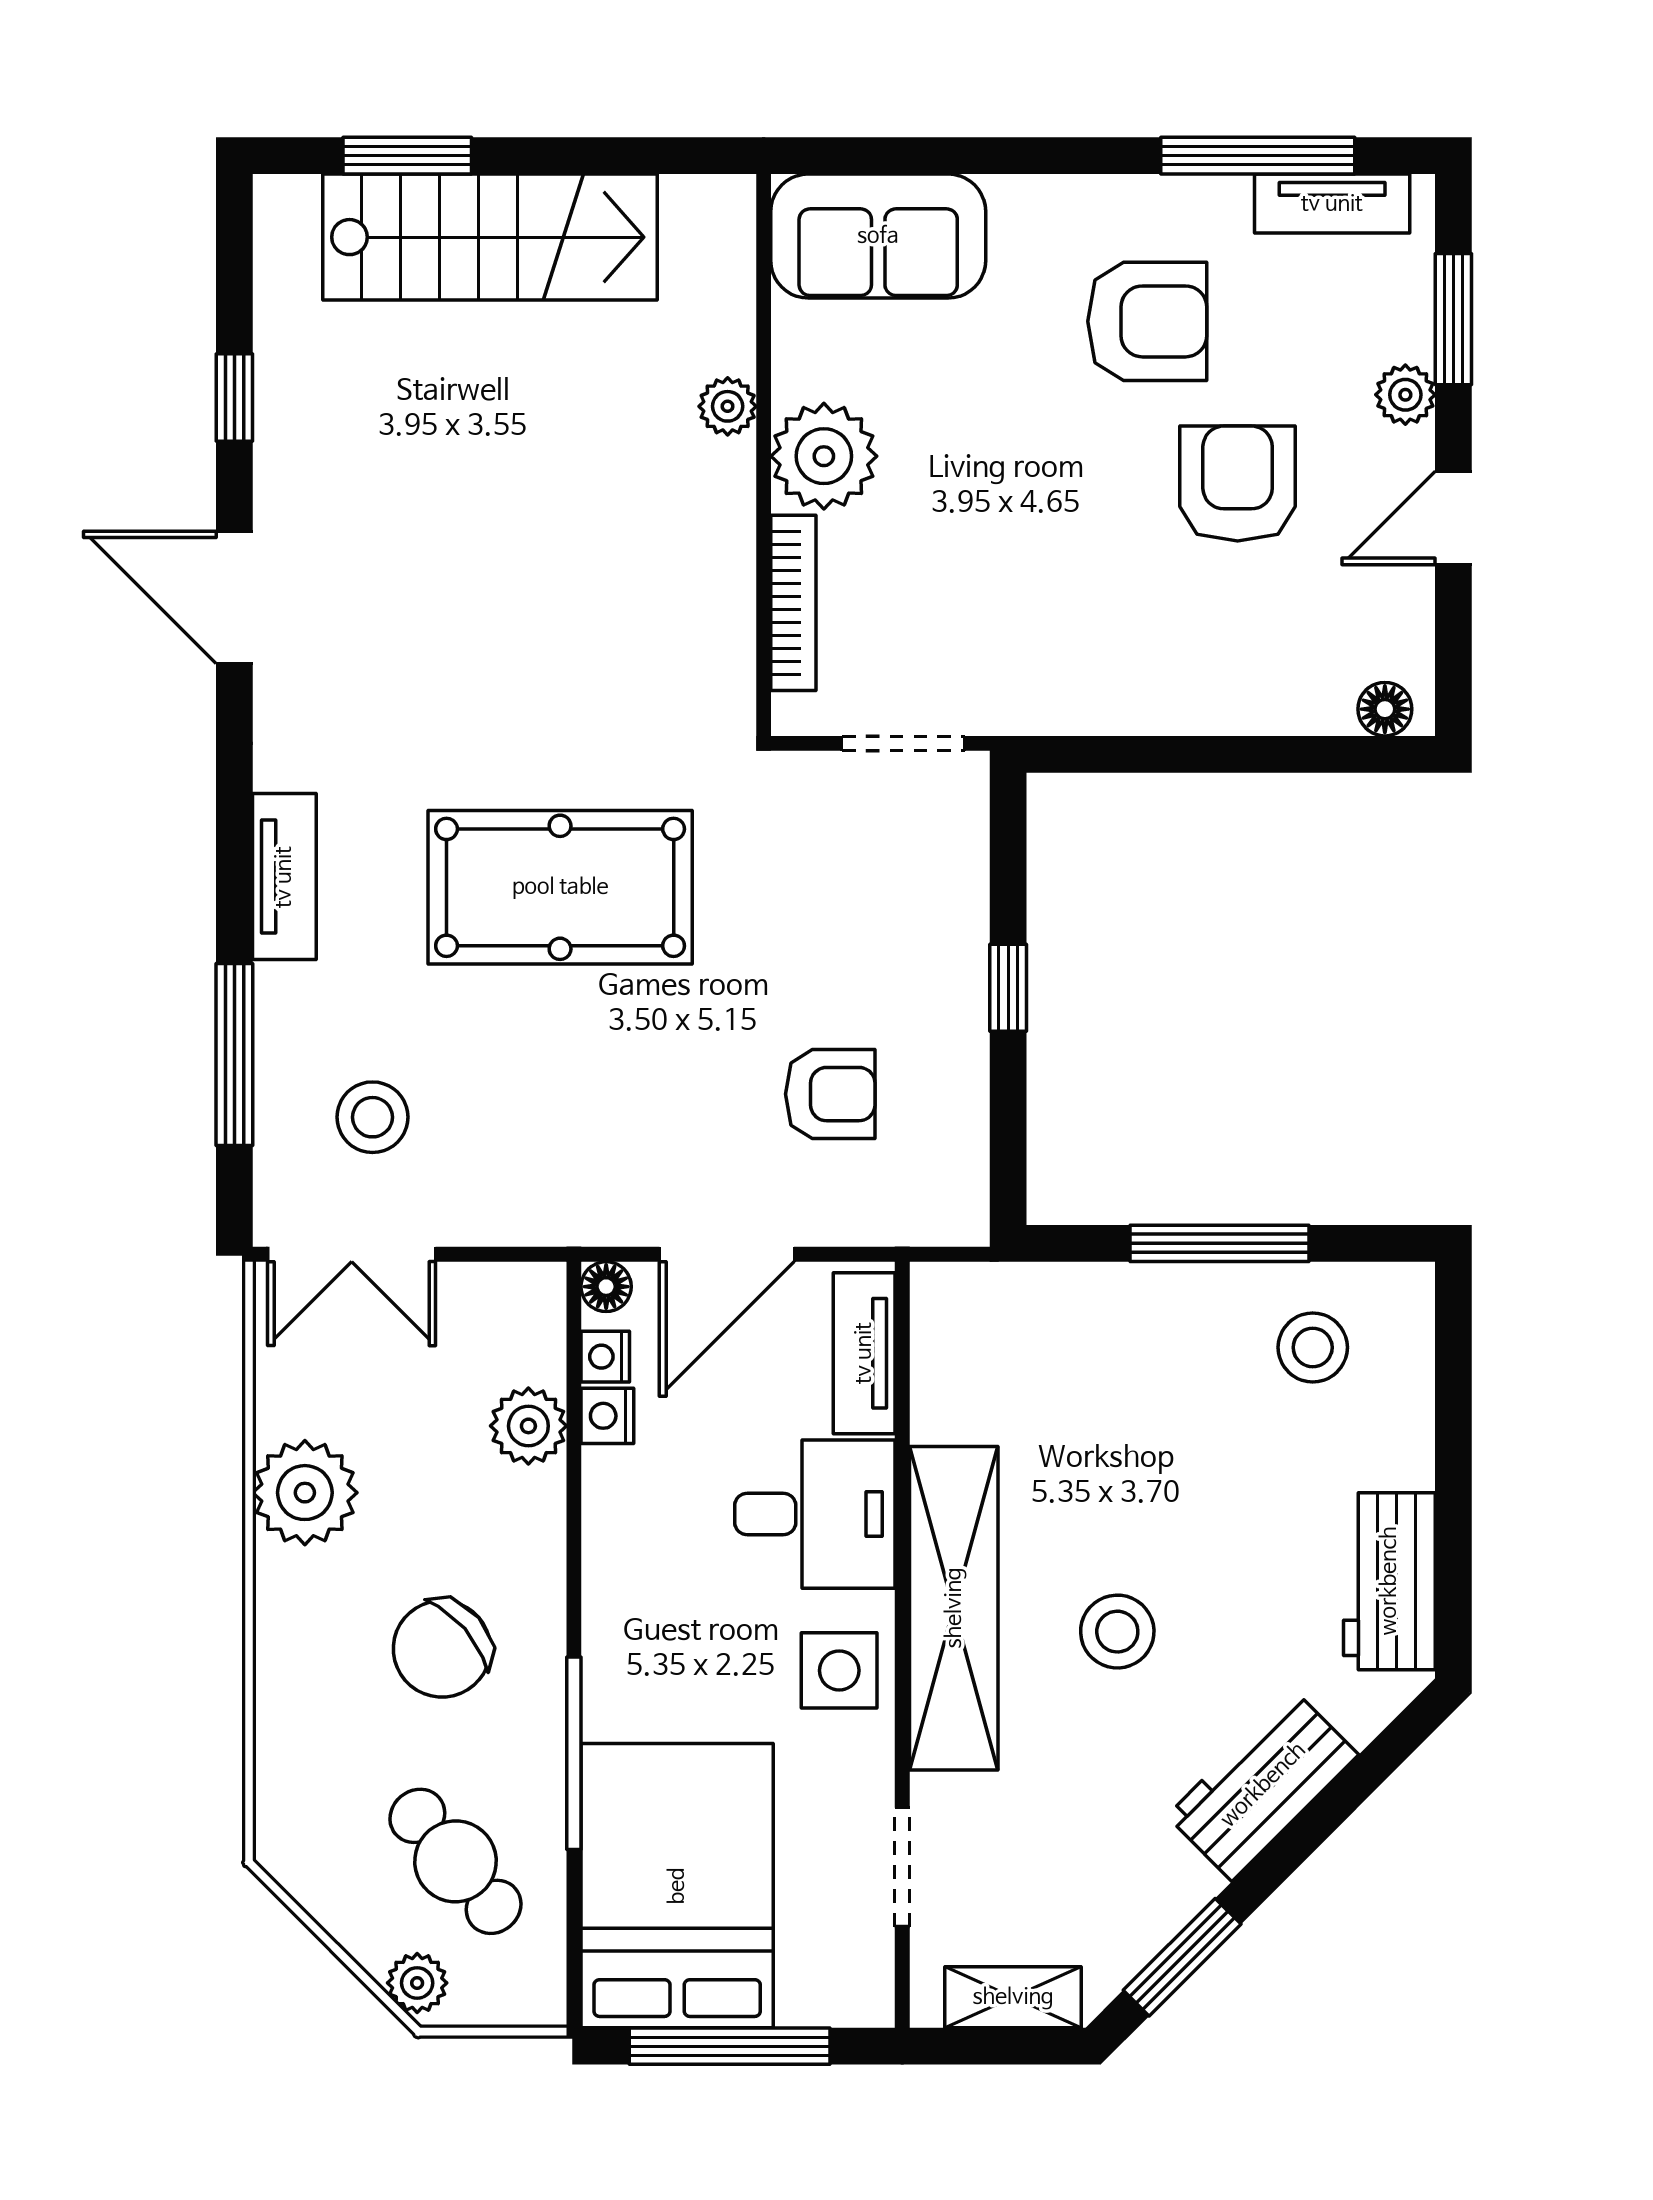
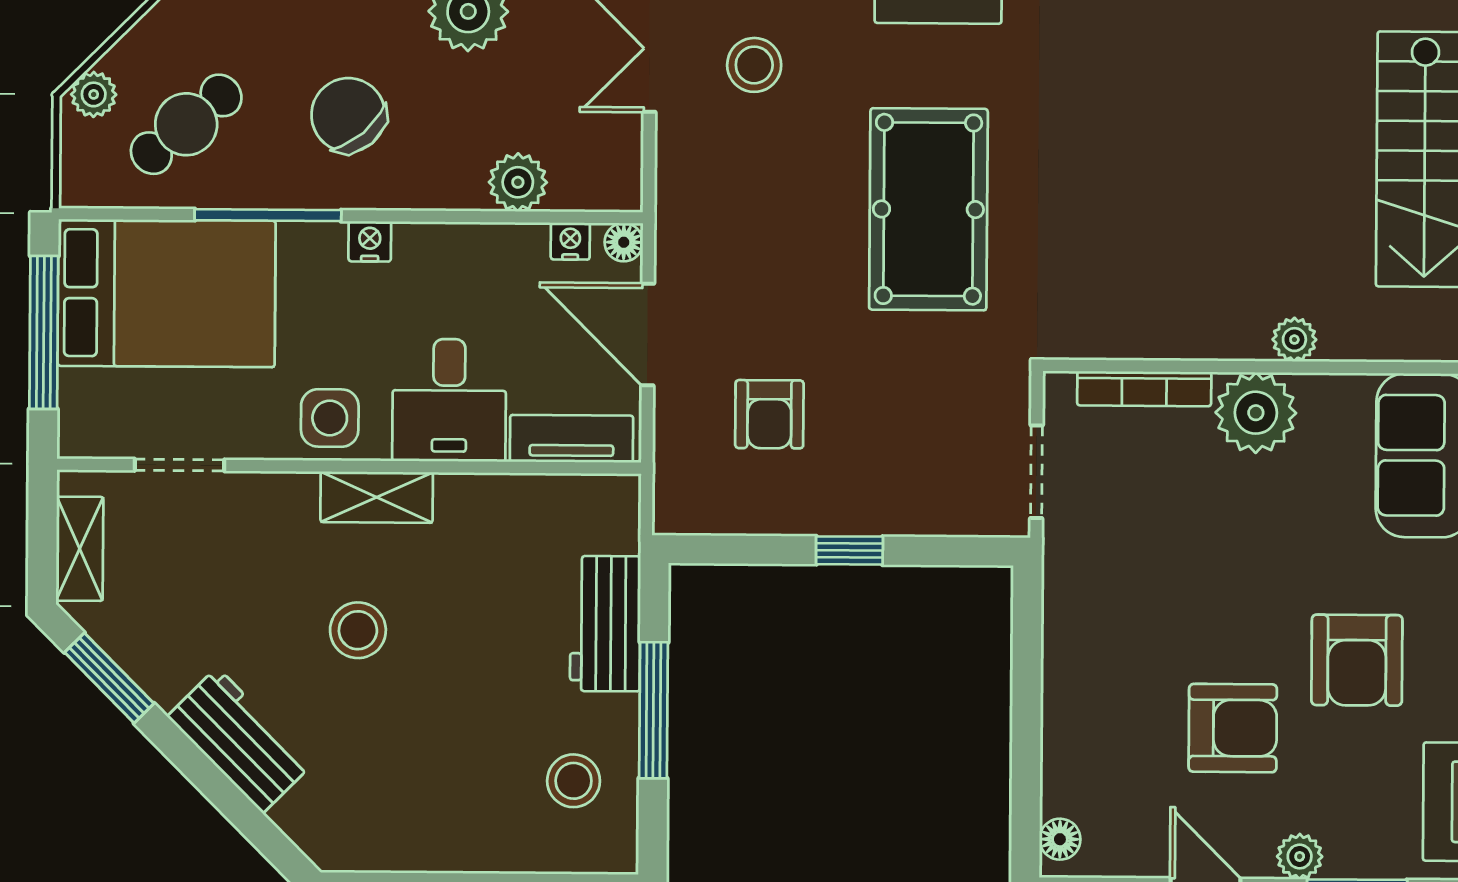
nightstand: (607, 1416) -> (370, 241), moved
workbench: (1389, 1581) -> (605, 624), moved, turned -90
shelving: (954, 1608) -> (377, 497), width x0.45, depth x0.75

